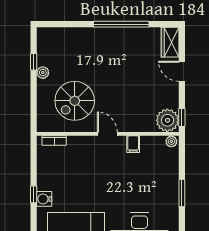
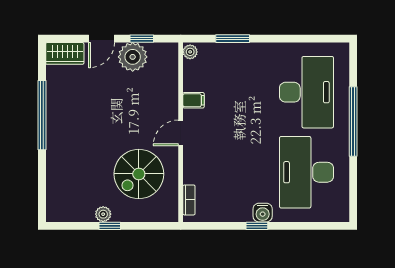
window: (34, 62) -> (110, 226), moved
spiral stairs: (75, 101) -> (139, 174), turned 90
window: (182, 118) -> (142, 39), moved
plant: (167, 120) -> (133, 57), moved
window: (182, 193) -> (233, 39), moved

